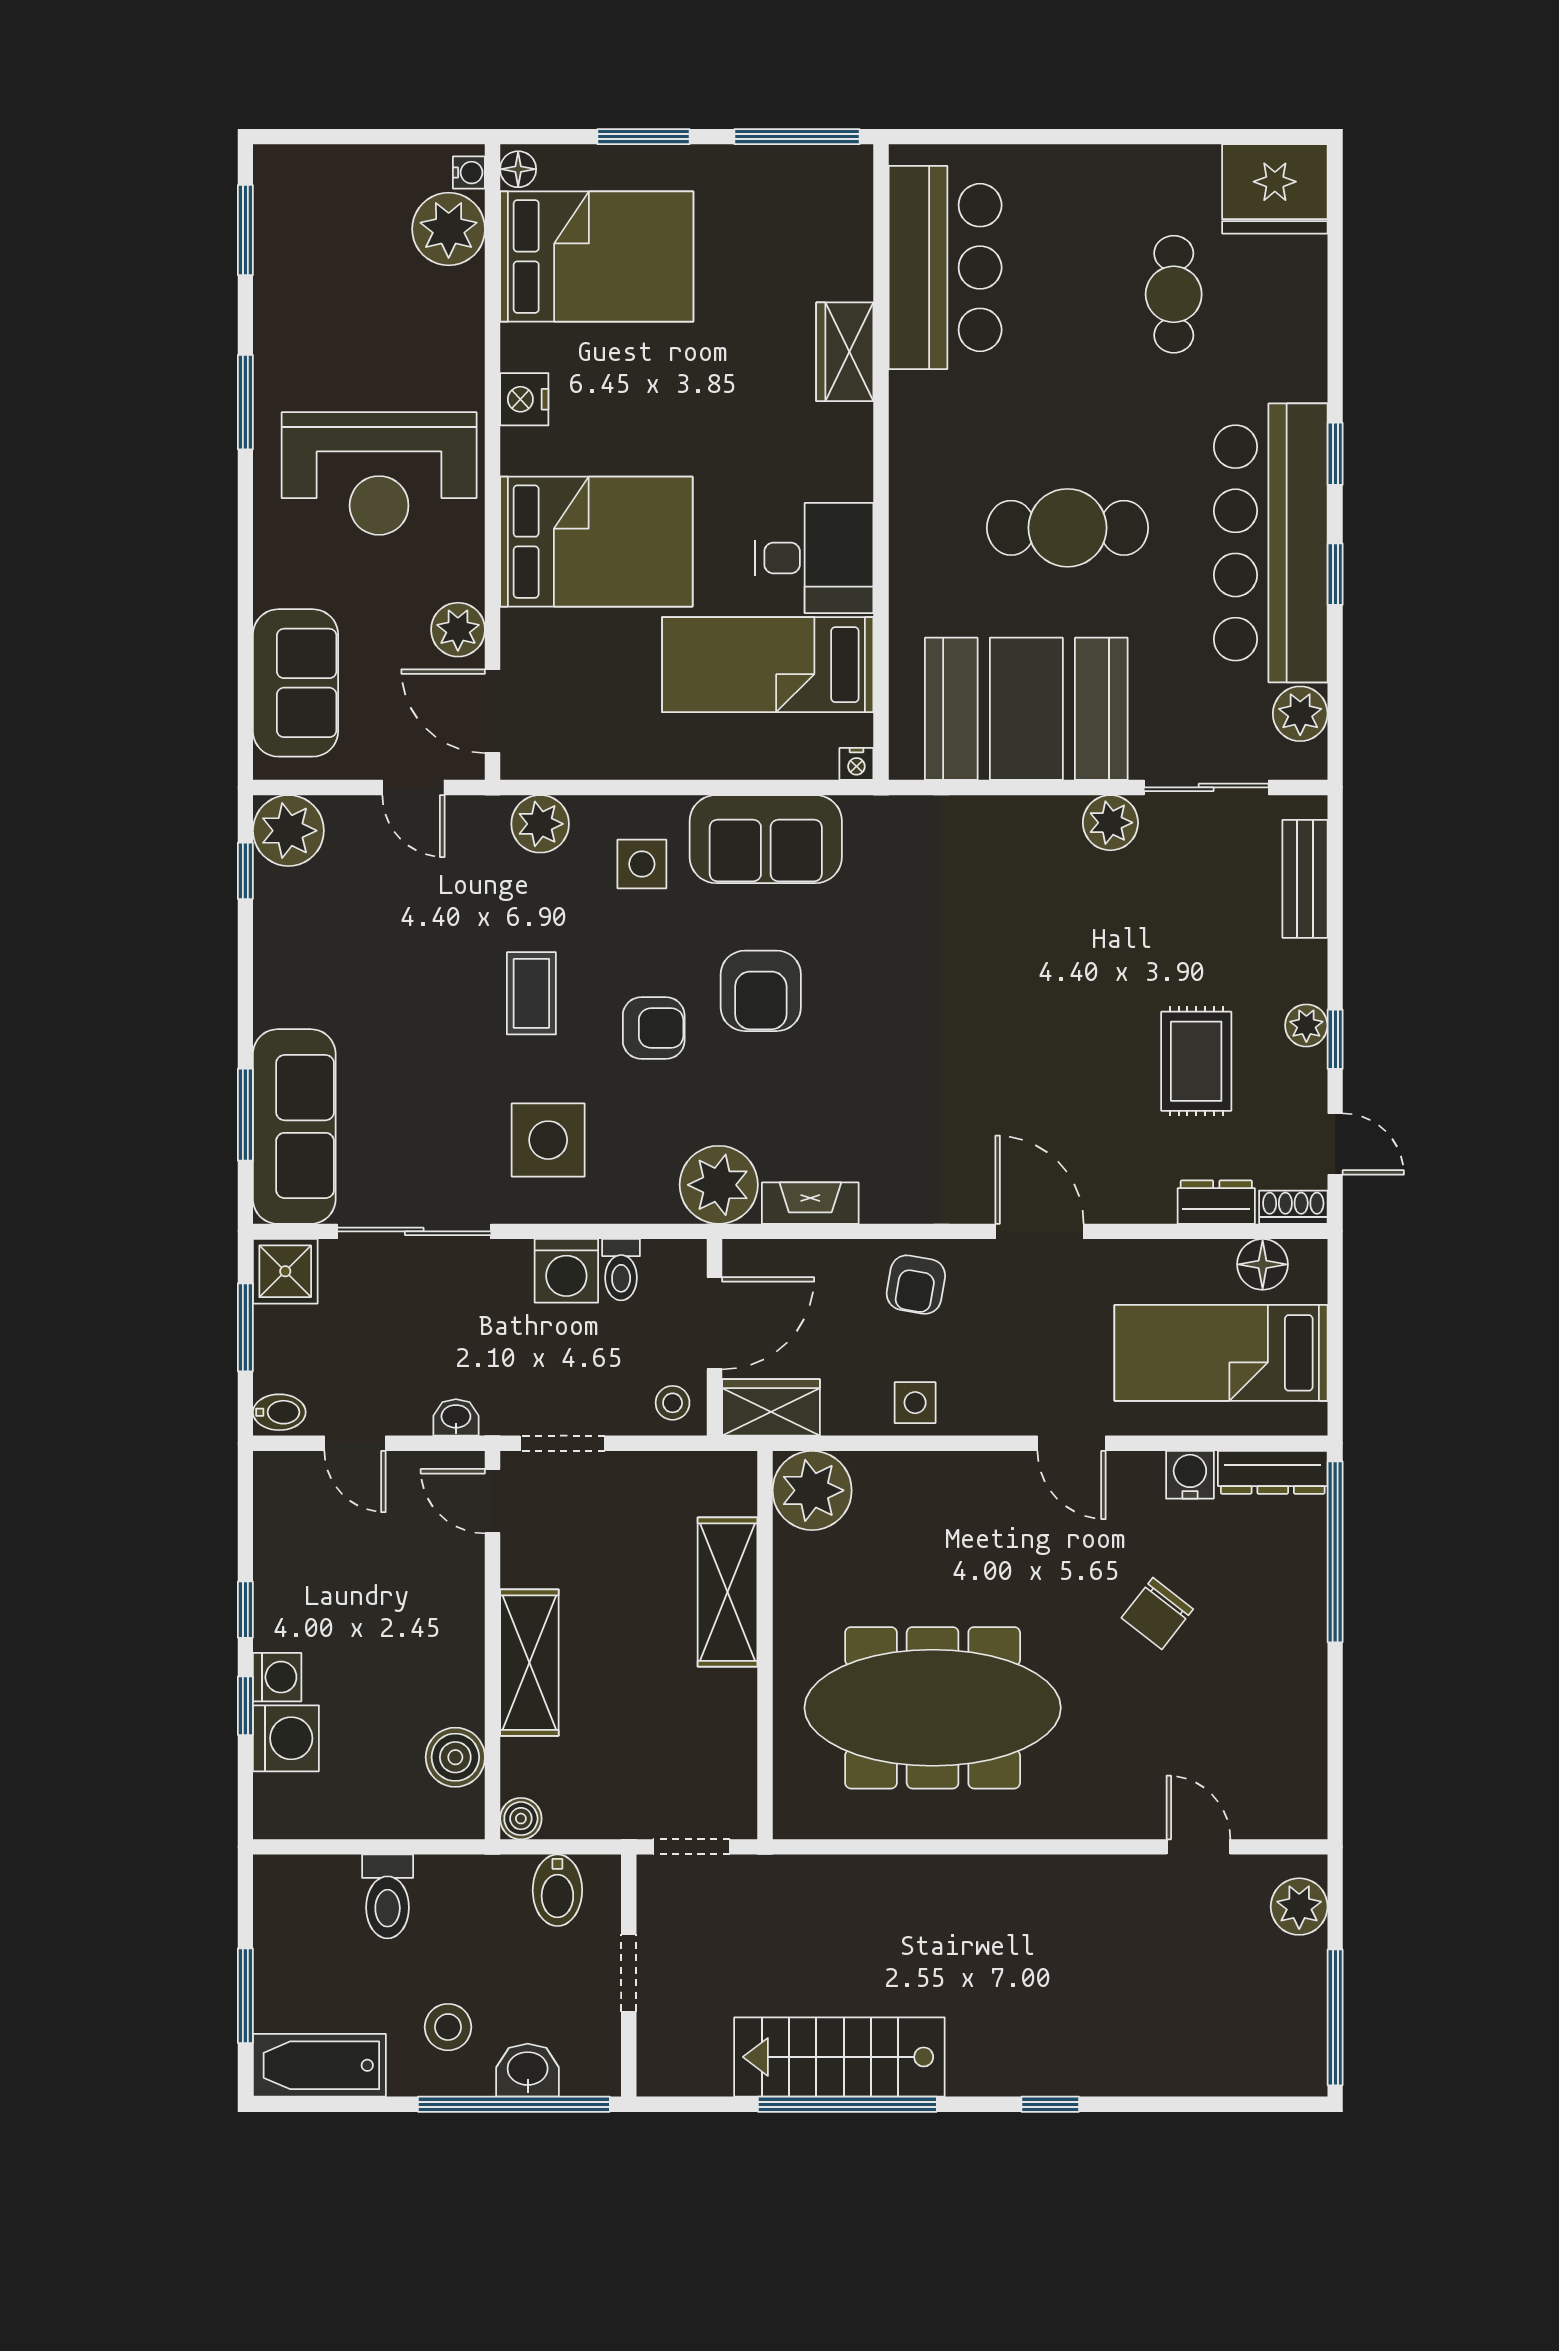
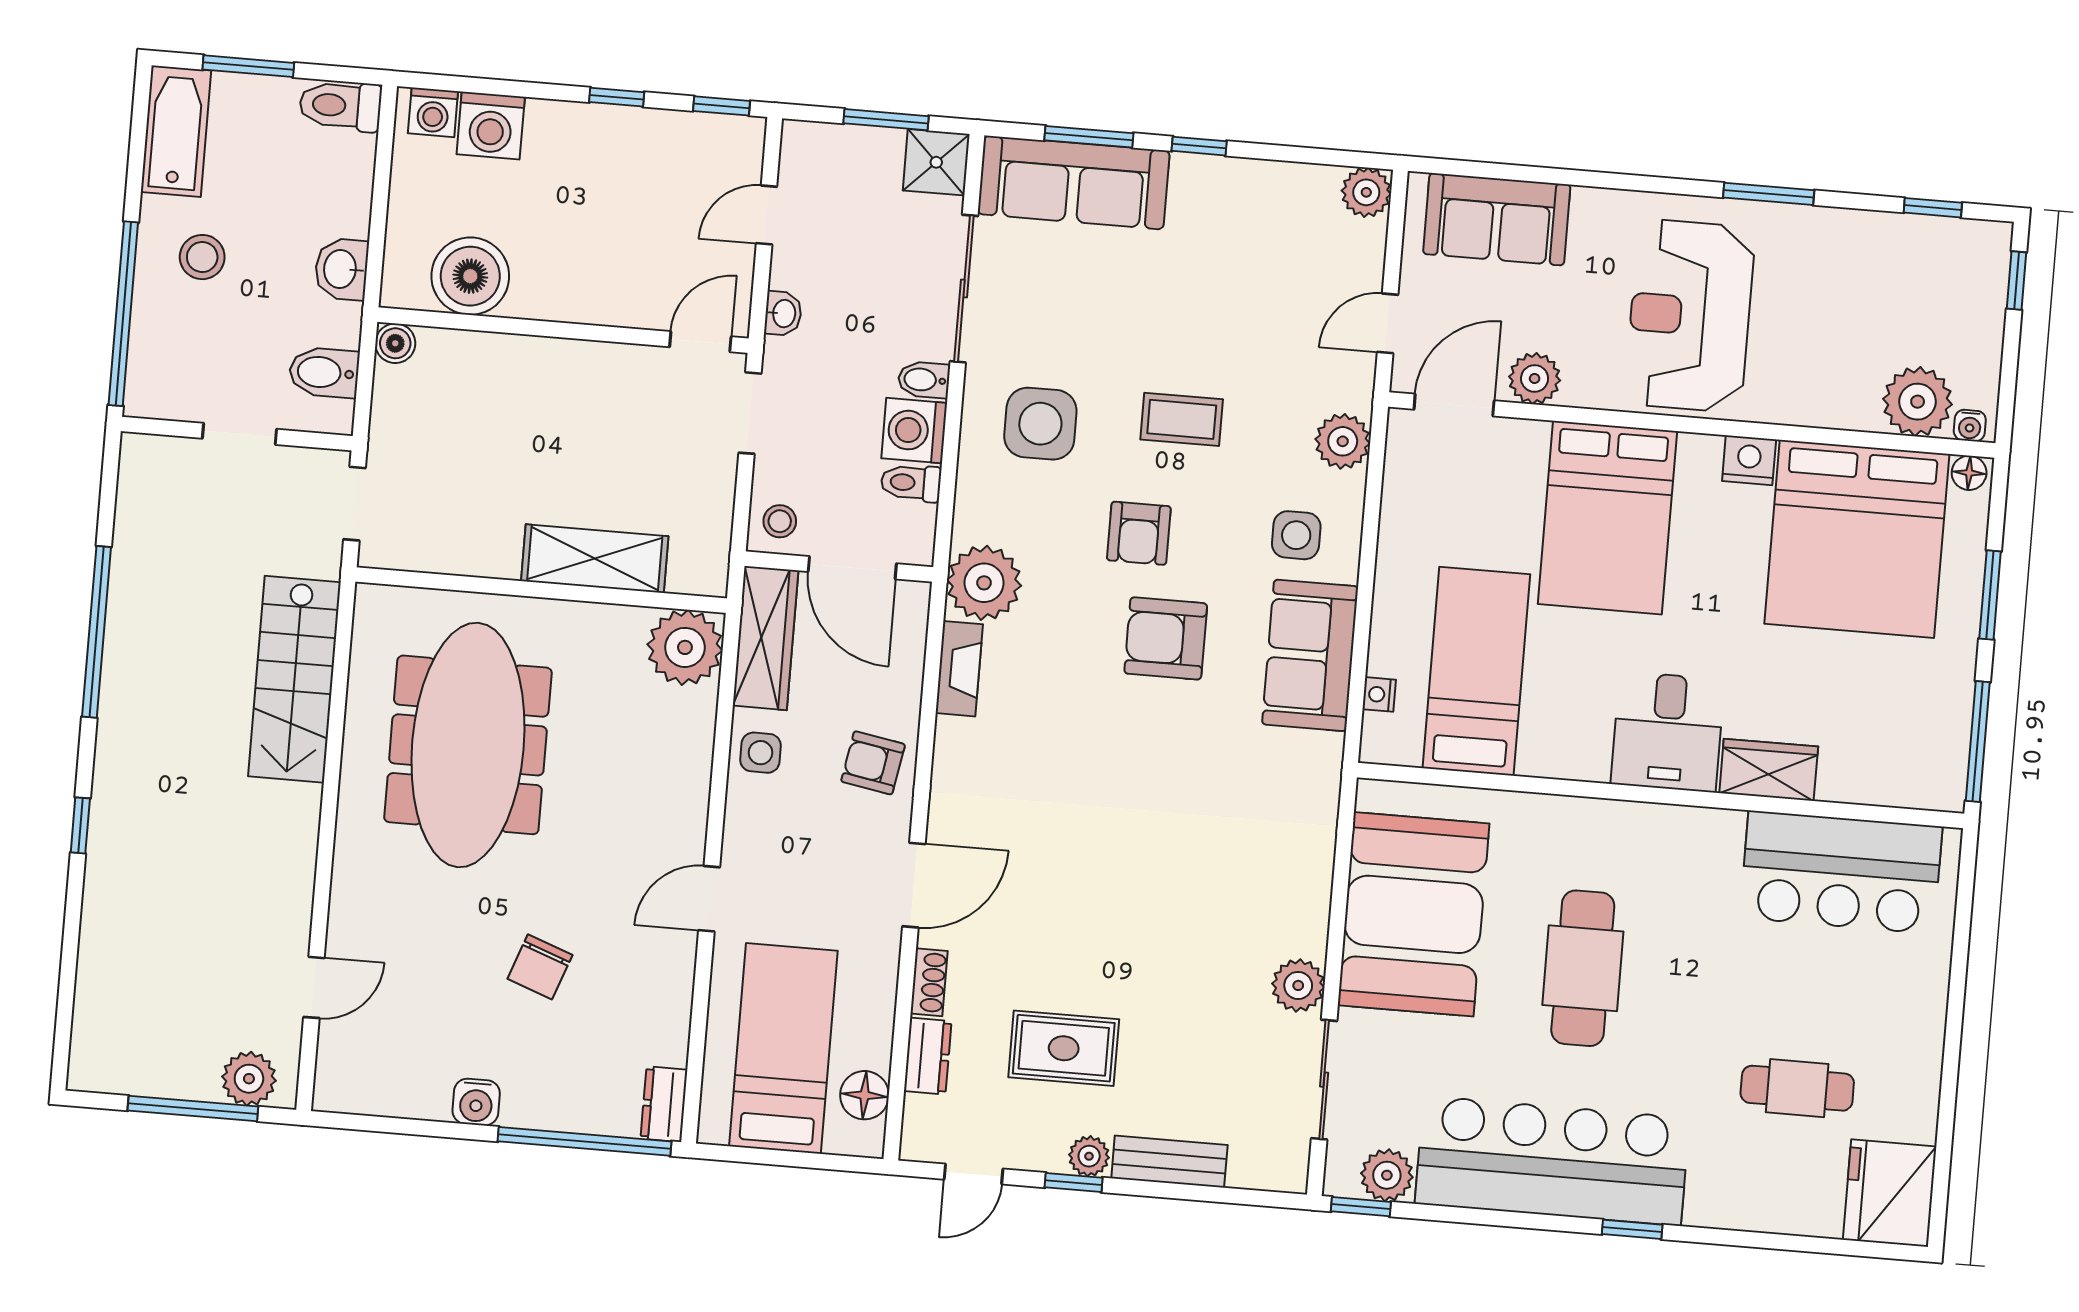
window: (314, 137) -> (2016, 280), added
window: (245, 230) -> (1933, 208), width x0.67
bed: (597, 256) -> (1857, 539), width x1.36
desk: (814, 558) -> (1668, 732), moved
window: (1335, 574) -> (1361, 1207), moved
nightstand: (856, 764) -> (1379, 694), moved
plant: (288, 831) -> (1366, 192), width x0.73, depth x0.73
window: (245, 871) -> (1199, 146), moved
bench: (1305, 879) -> (1169, 1162), moved
shoe rack: (1293, 1207) -> (929, 982), moved
wardrobe: (771, 1407) -> (766, 638), width x1.50
bidet: (279, 1412) -> (924, 380), moved, turned 90
dresser: (1273, 1472) -> (664, 1104), width x0.70
water cooler: (1190, 1475) -> (476, 1102), moved, turned 90
chair: (1157, 1613) -> (540, 967), turned -108
shelving: (529, 1663) -> (543, 364), removed
washing machine: (277, 1677) -> (433, 112), moved
window: (245, 1706) -> (721, 106), moved
boiler: (455, 1757) -> (470, 276), width x1.37, depth x1.37
toilet: (388, 1896) -> (340, 106), moved
window: (1335, 2017) -> (193, 1109), moved
stairs: (839, 2057) -> (294, 679), moved, turned 180
washbasin: (528, 2070) -> (341, 269), moved, turned 180

